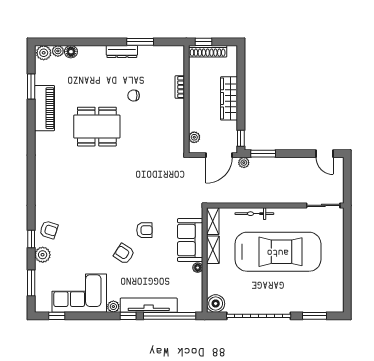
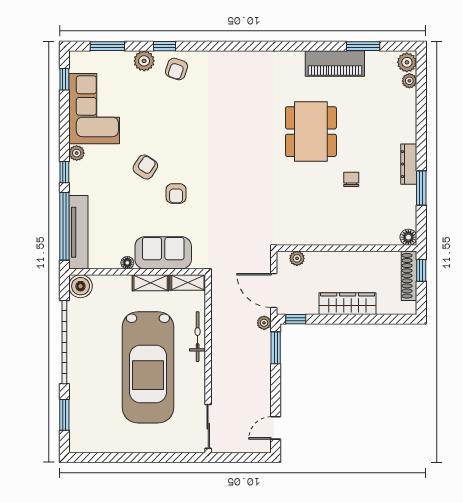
floor lamp: (71, 52) -> (408, 237), moved
bookcase: (180, 87) -> (362, 239), removed
tv unit: (149, 305) -> (78, 232), moved

